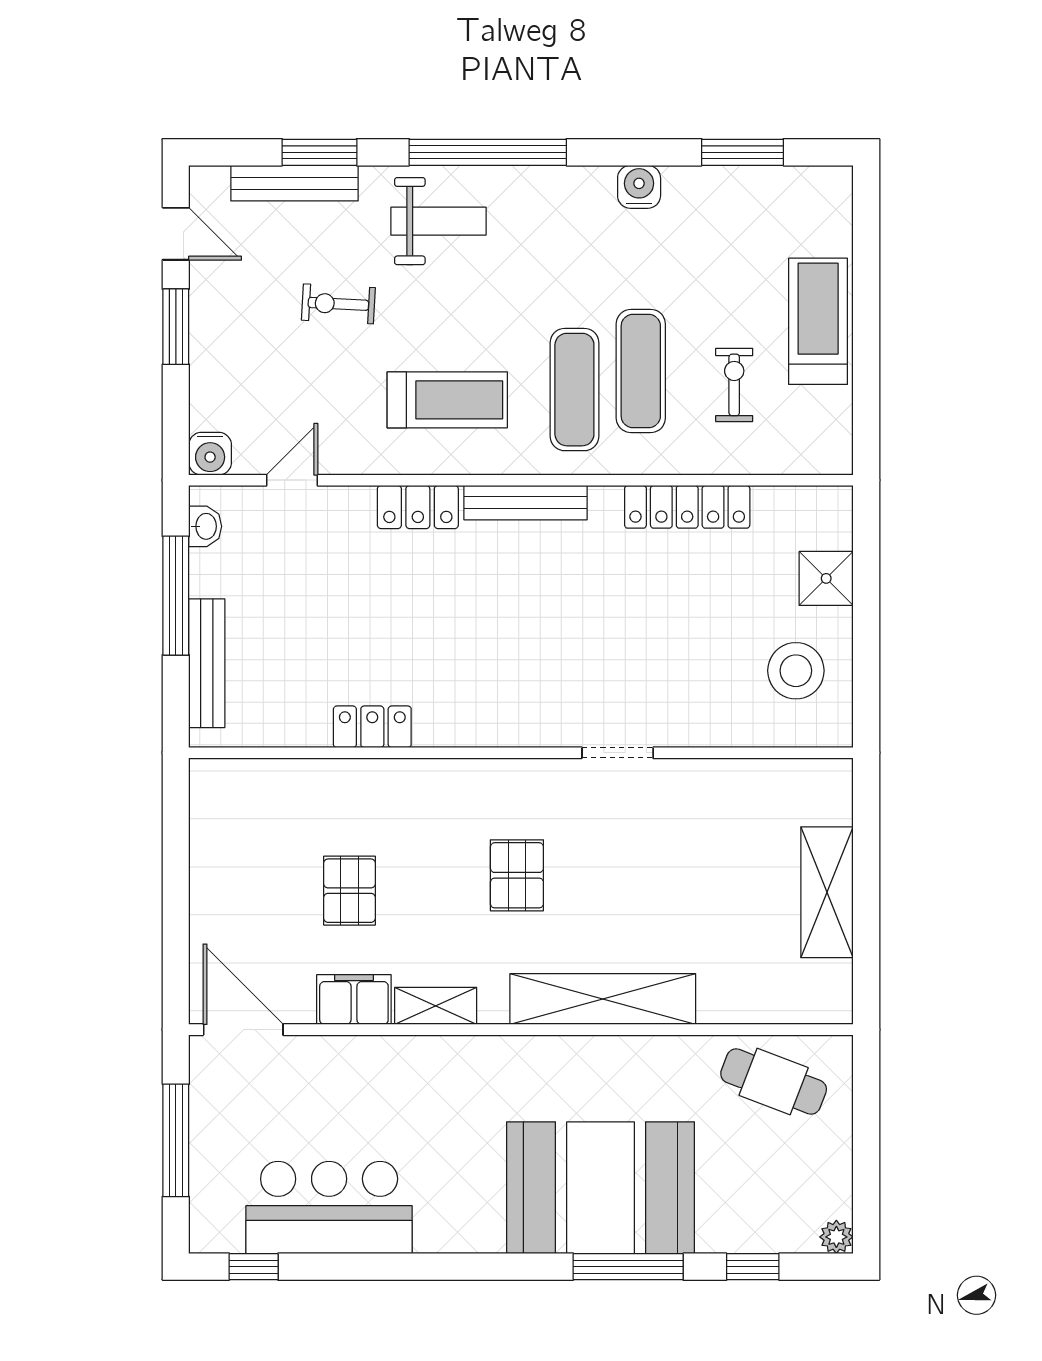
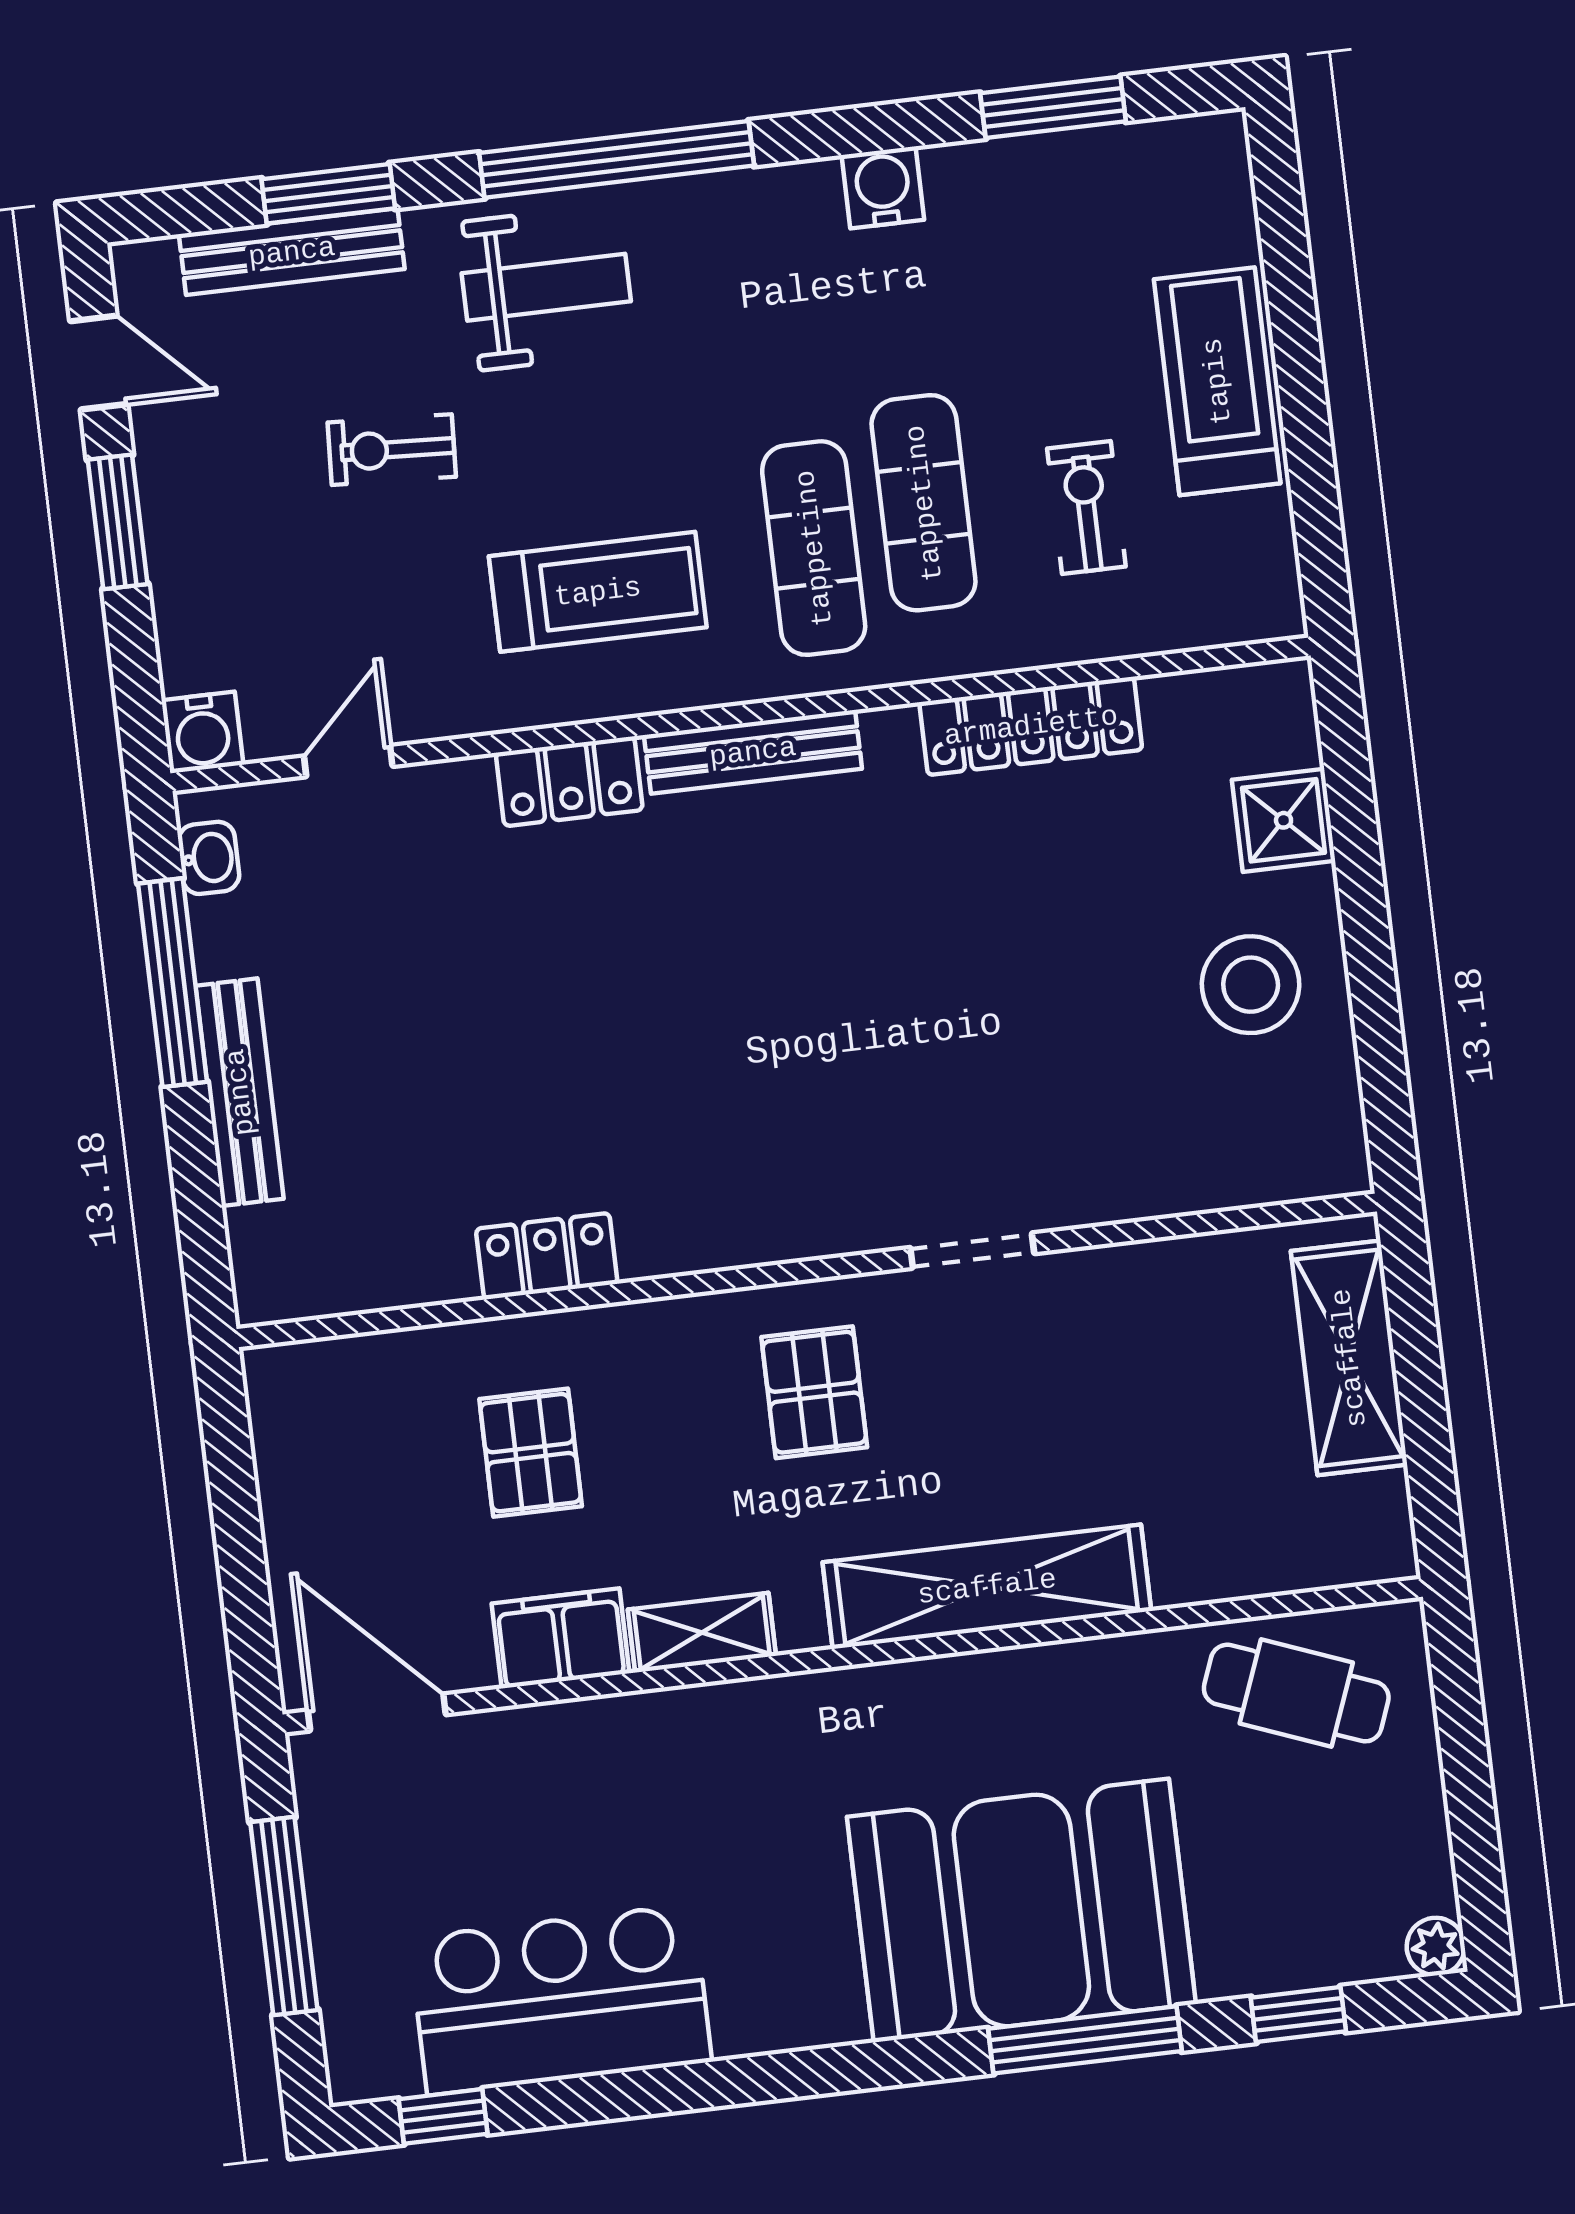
locker: (372, 727) -> (547, 1256), moved
wall: (521, 753) -> (807, 1270), moved
doorway: (618, 753) -> (972, 1251), moved

